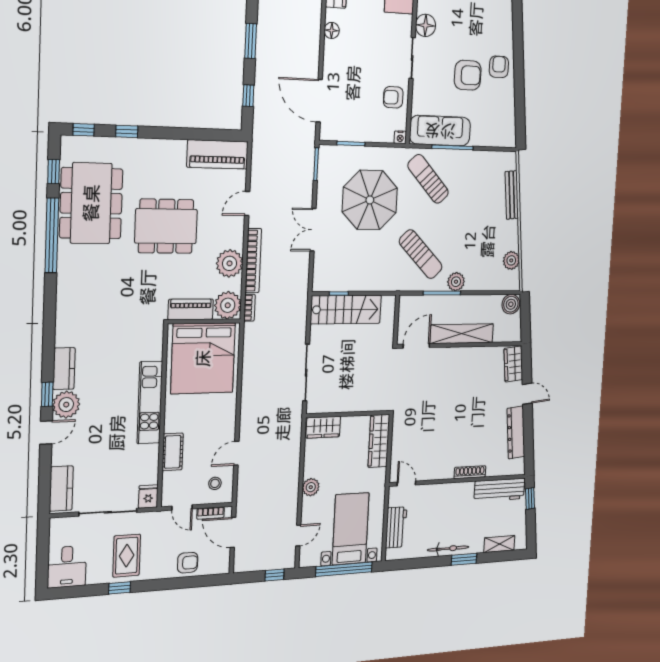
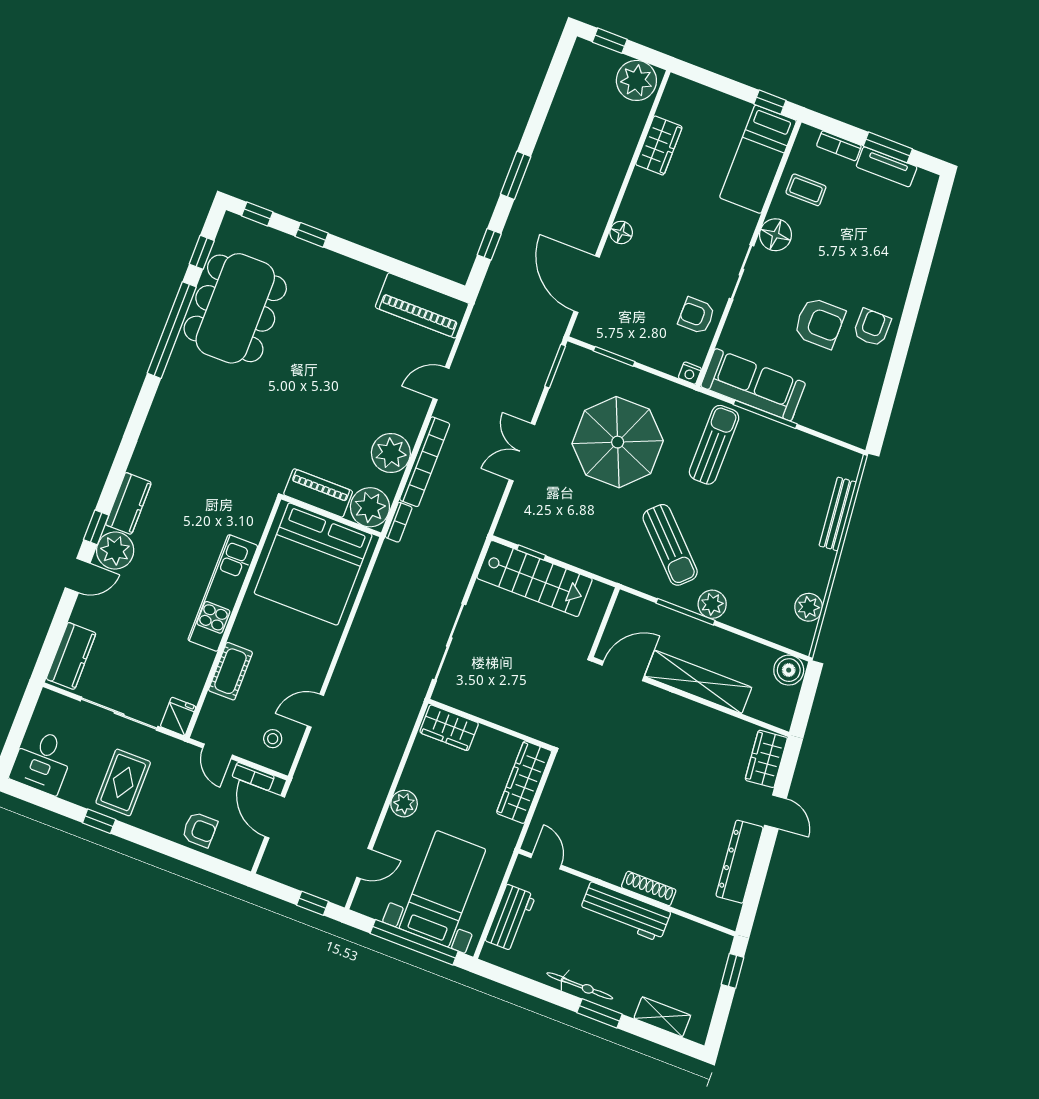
floor lamp: (332, 30) -> (621, 232), moved
sun lounger: (428, 179) -> (714, 445), turned 43
dining table: (166, 226) -> (322, 373), removed
workbench: (499, 490) -> (625, 912), moved

